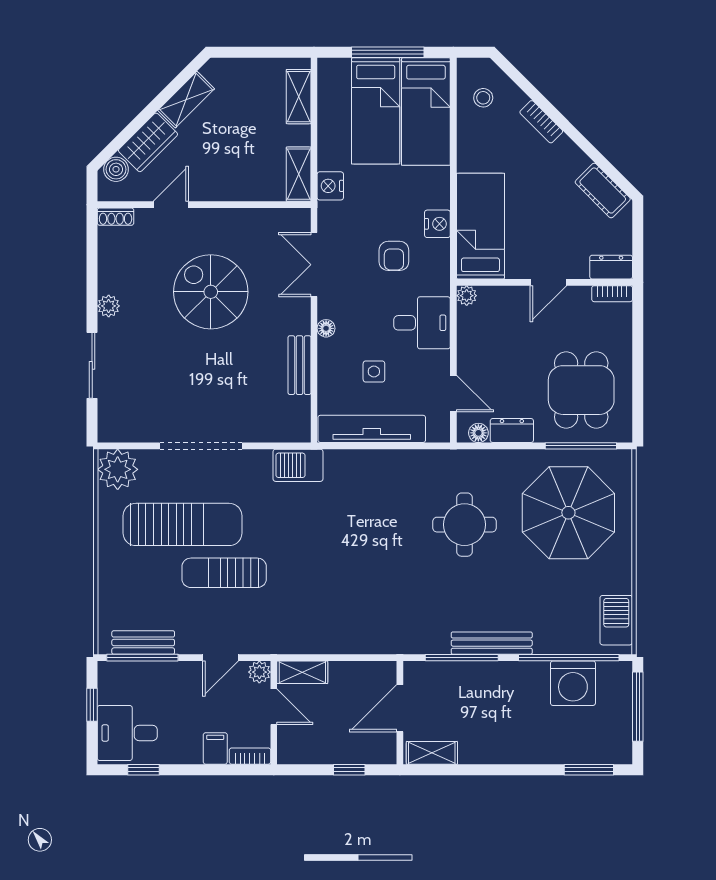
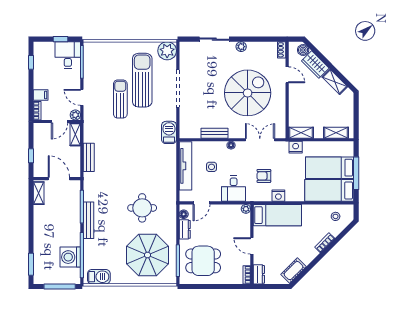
spiral stairs: (211, 292) -> (248, 93), width x1.37, depth x1.37
sun lounger: (182, 524) -> (142, 80), turned 180
bench: (143, 642) -> (89, 157), moved
desk: (127, 733) -> (68, 55), moved

